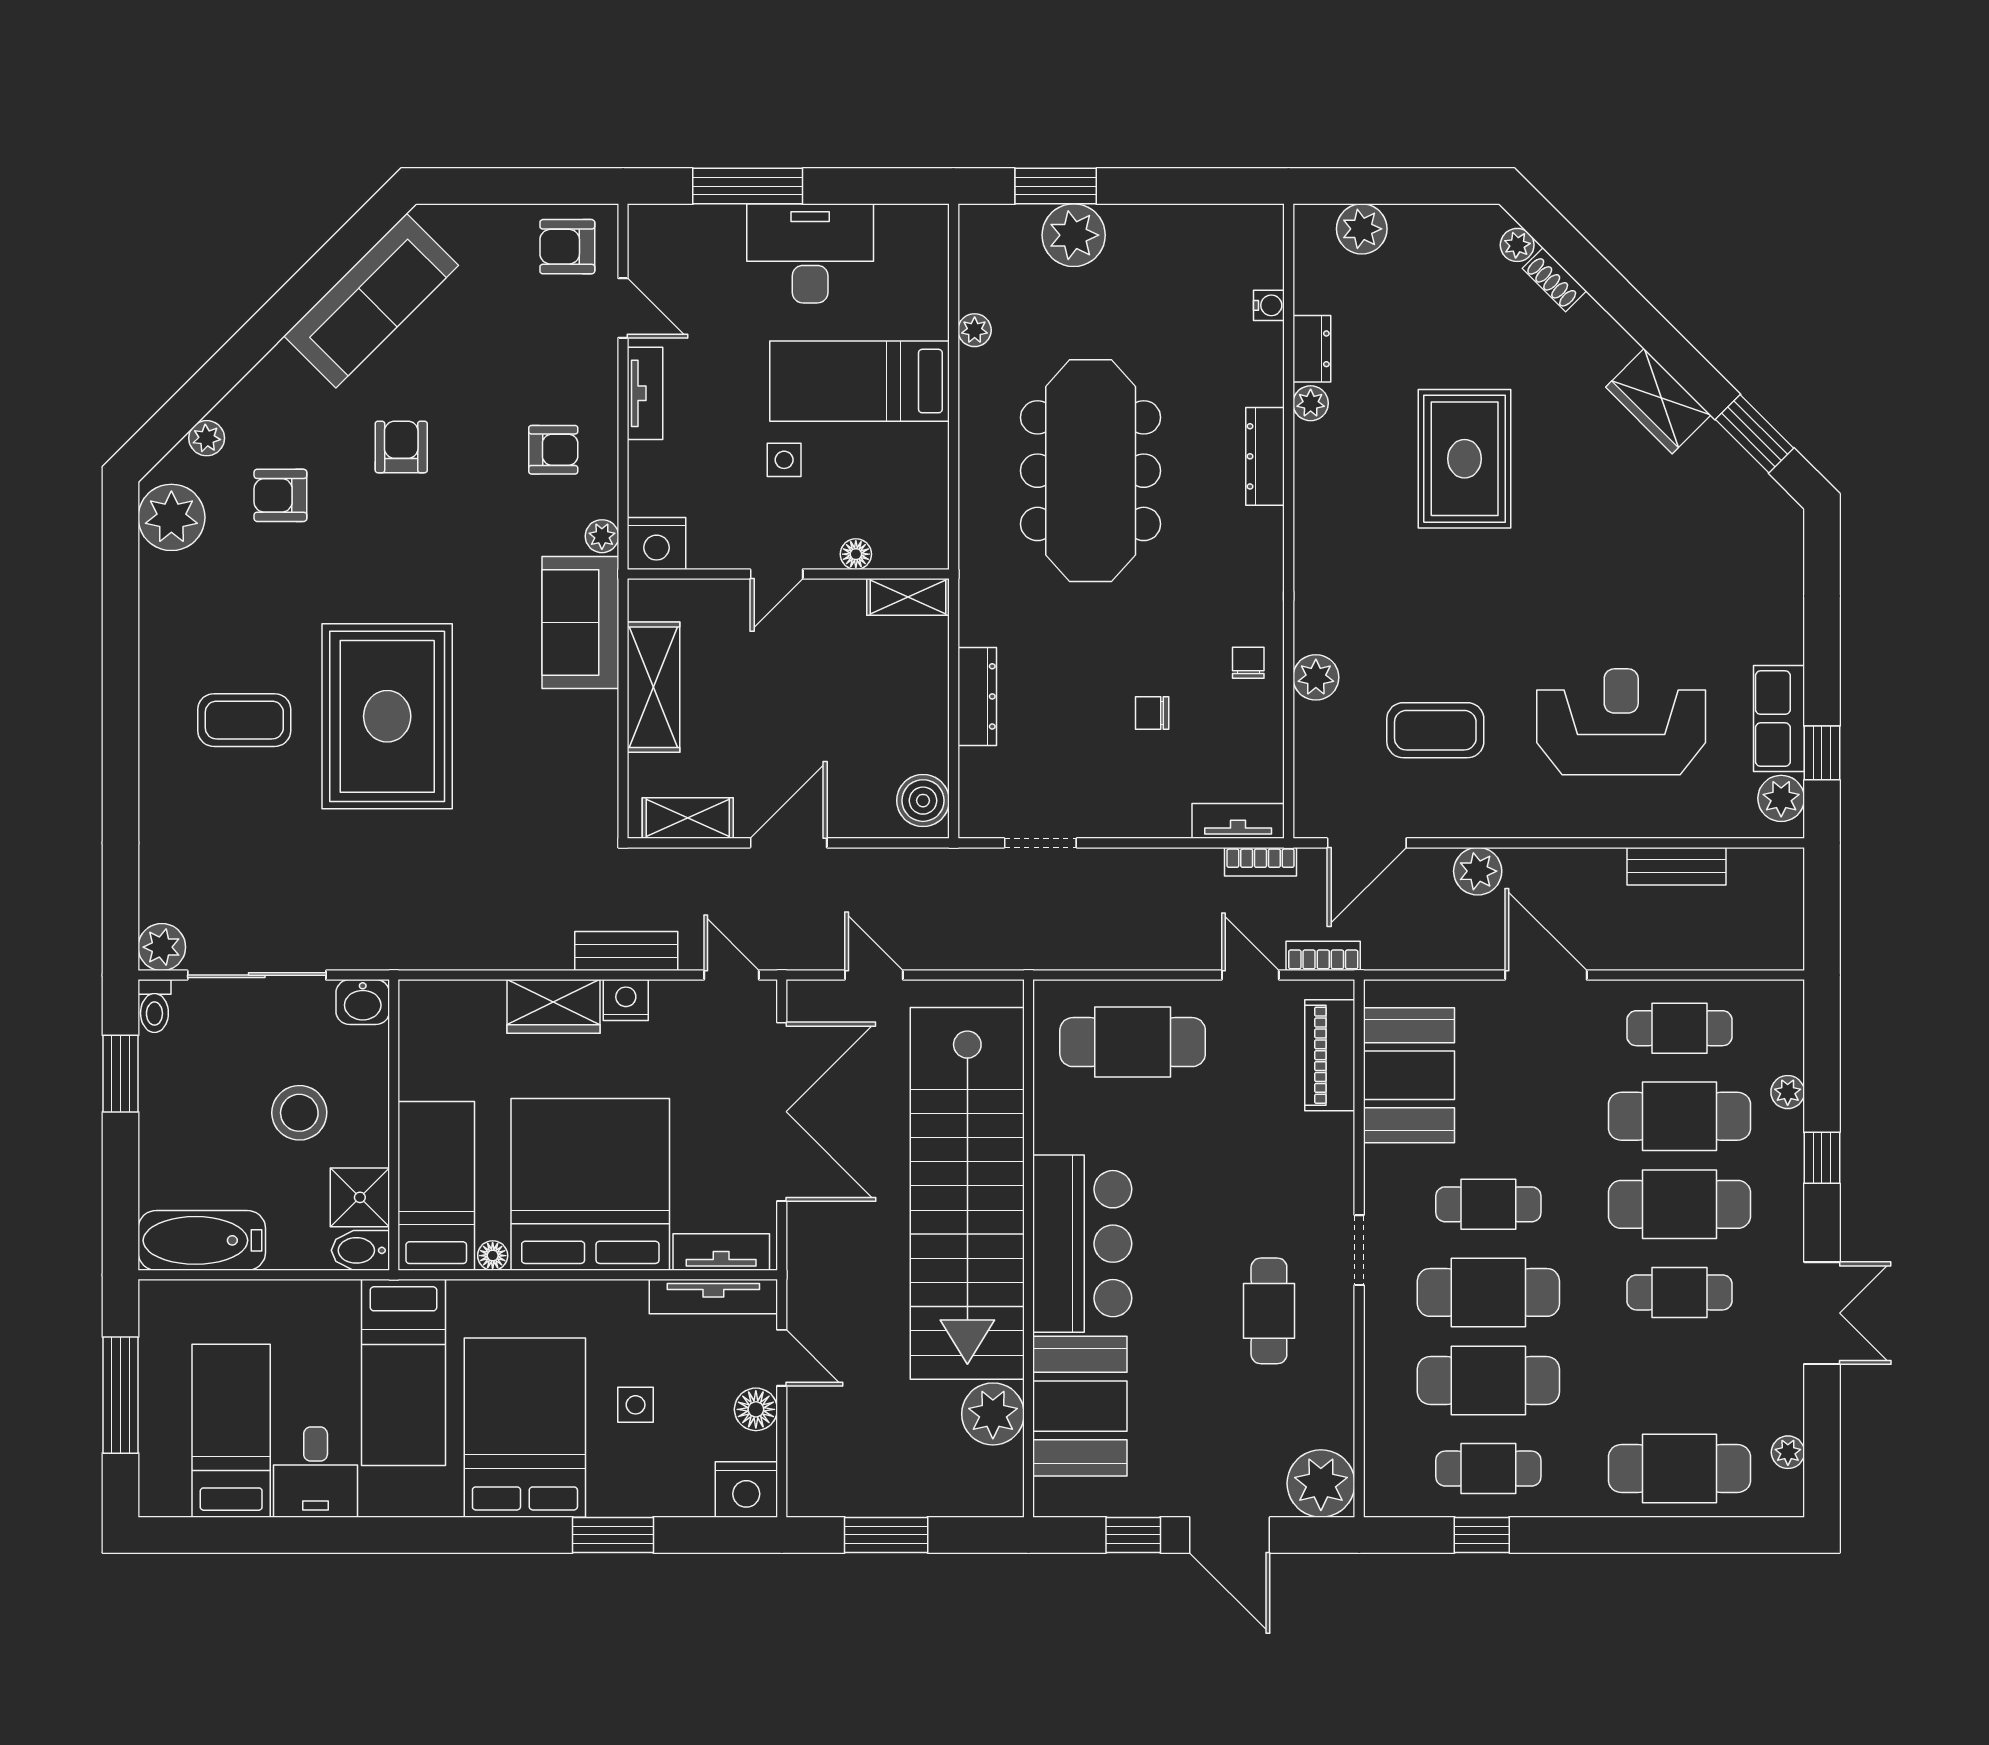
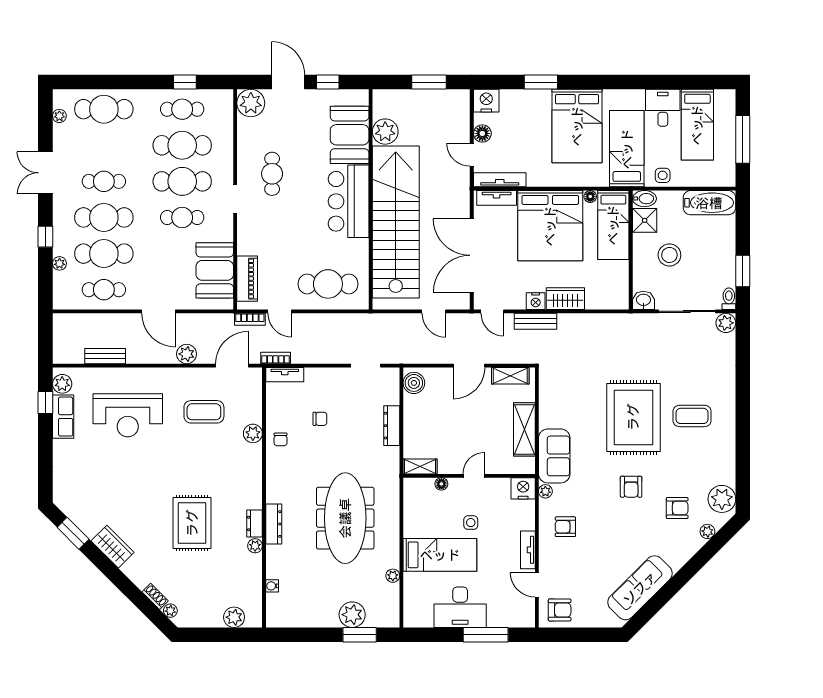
dresser: (1312, 349) -> (255, 523), moved
armchair: (401, 447) -> (631, 487), moved
side table: (636, 1405) -> (663, 175), moved

